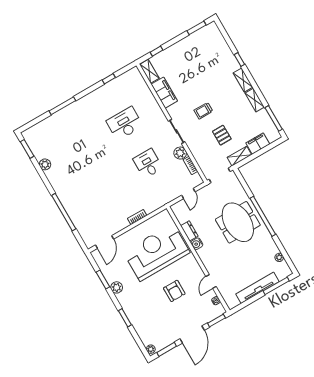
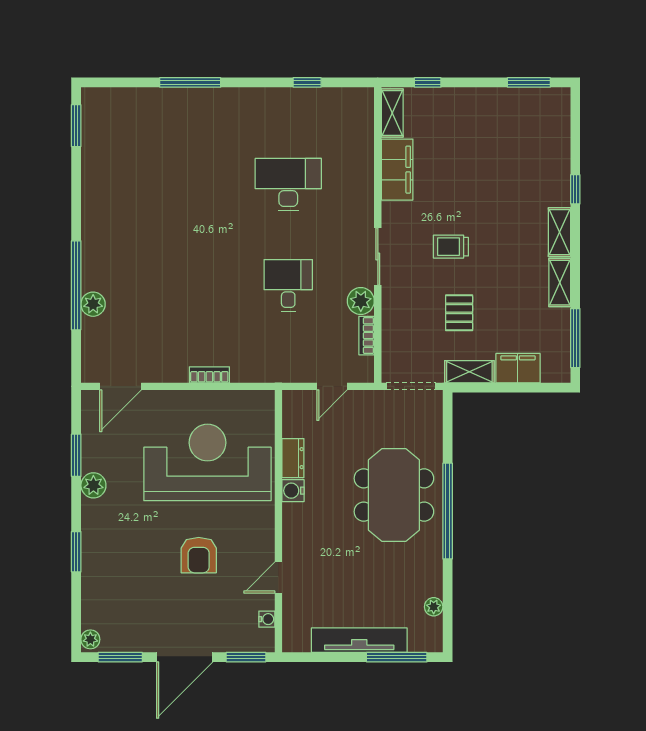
plant: (45, 164) -> (93, 304), moved

